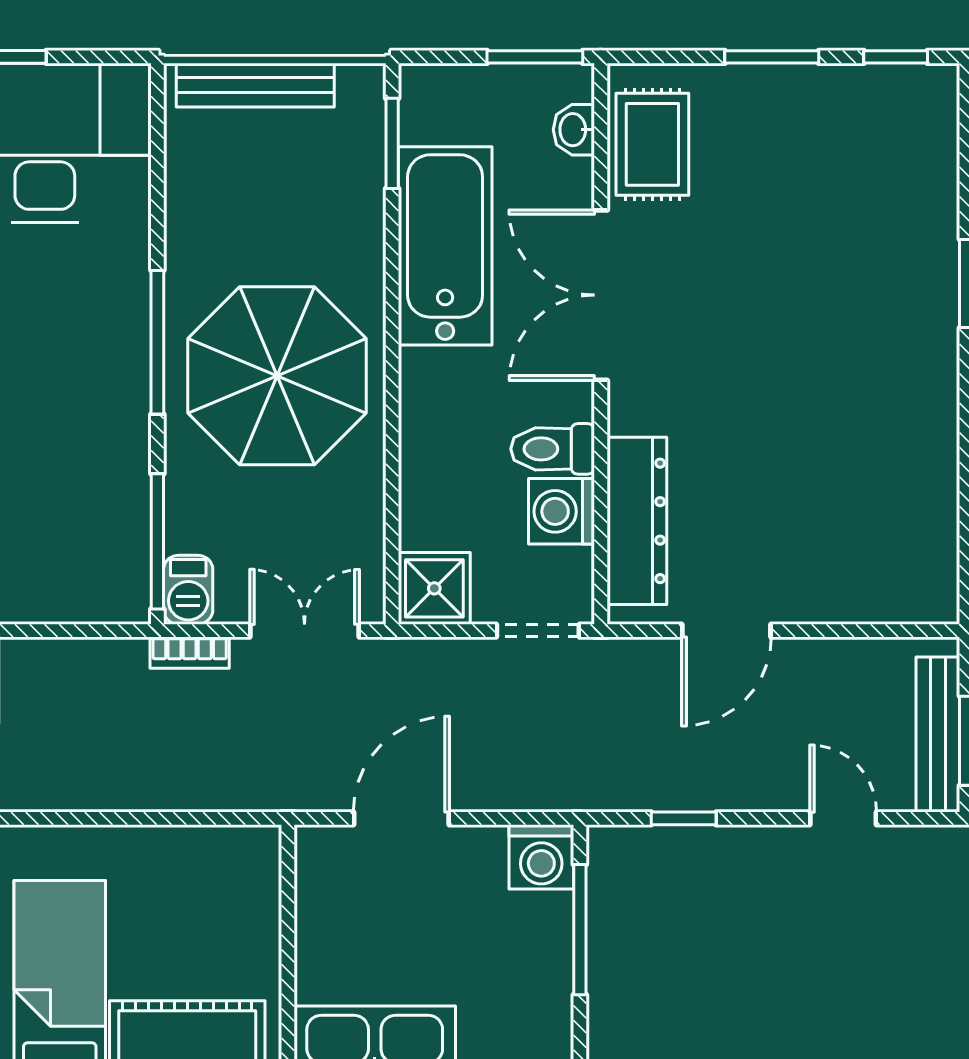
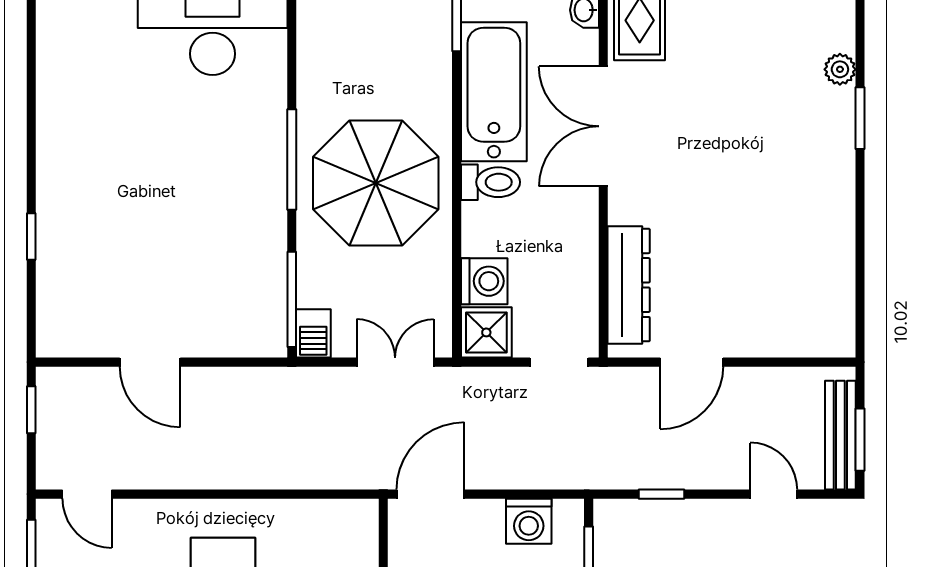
plant: (937, 214) -> (840, 69), added
toilet: (553, 449) -> (490, 182), moved, turned 180
washing machine: (562, 511) -> (484, 281), moved, turned 180
bookcase: (190, 653) -> (314, 378), removed
door: (401, 818) -> (430, 494), moved
washing machine: (541, 857) -> (529, 521), moved

